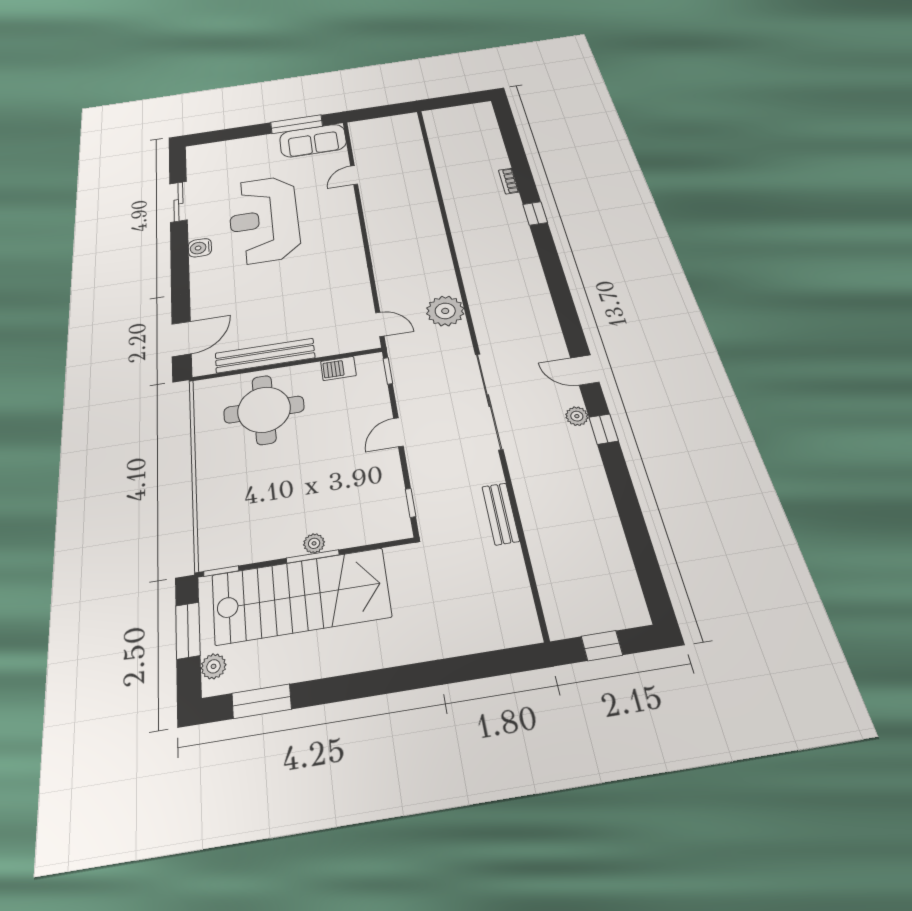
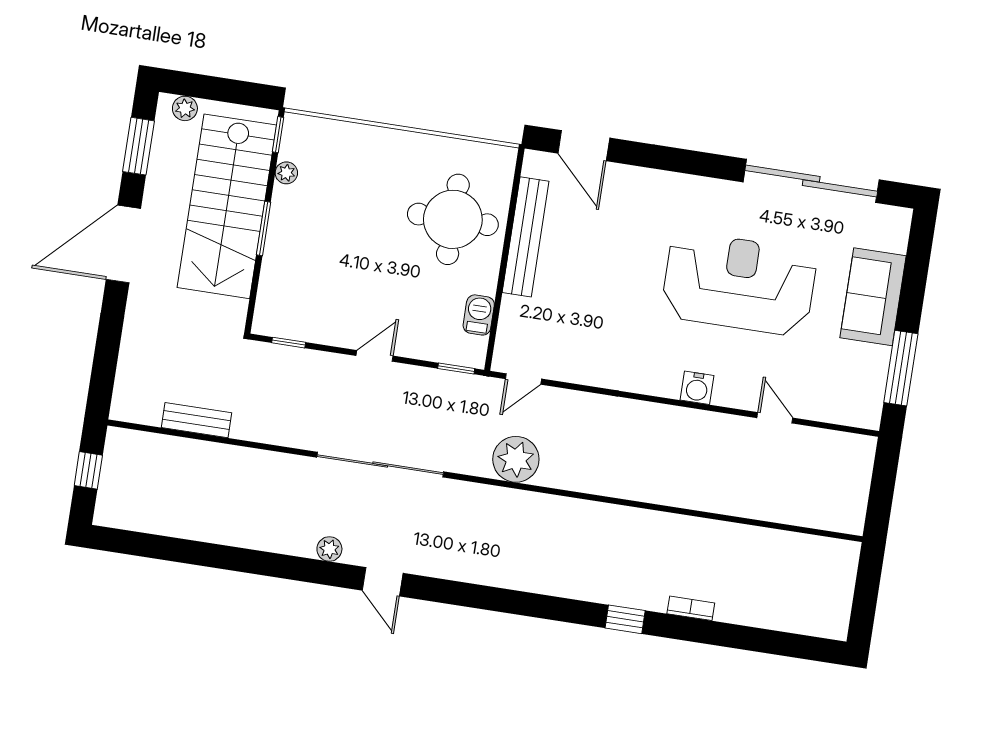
sofa: (313, 141) -> (873, 297), moved
sliding door: (178, 202) -> (811, 181), width x1.86
water cooler: (200, 248) -> (697, 388), moved, turned 180
door: (585, 370) -> (383, 582), swing flipped
window: (604, 429) -> (305, 570), removed
door: (398, 432) -> (375, 356), hinge flipped
bench: (501, 514) -> (197, 420), moved
plant: (314, 543) -> (286, 173), moved
window: (188, 630) -> (228, 91), removed
door: (365, 684) -> (123, 244), added

